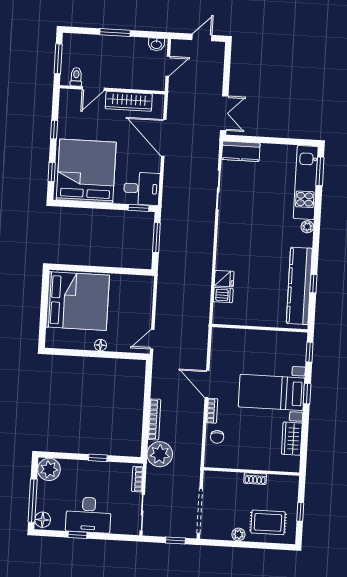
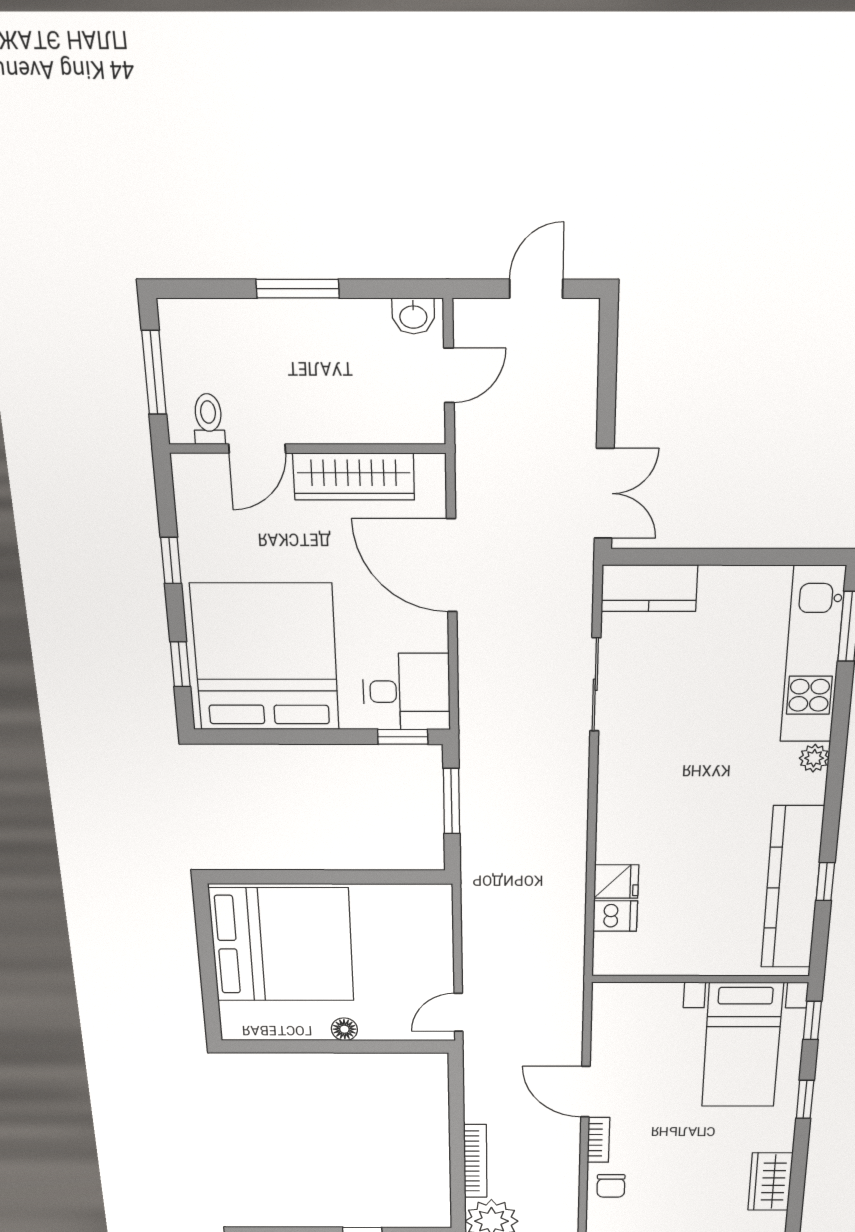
bed with nightstands: (272, 392) -> (742, 1045), moved, turned -90

